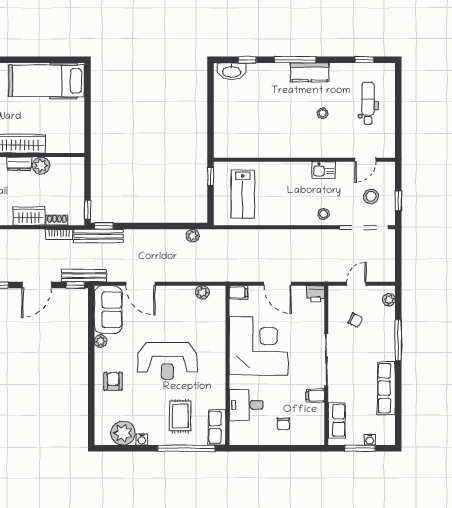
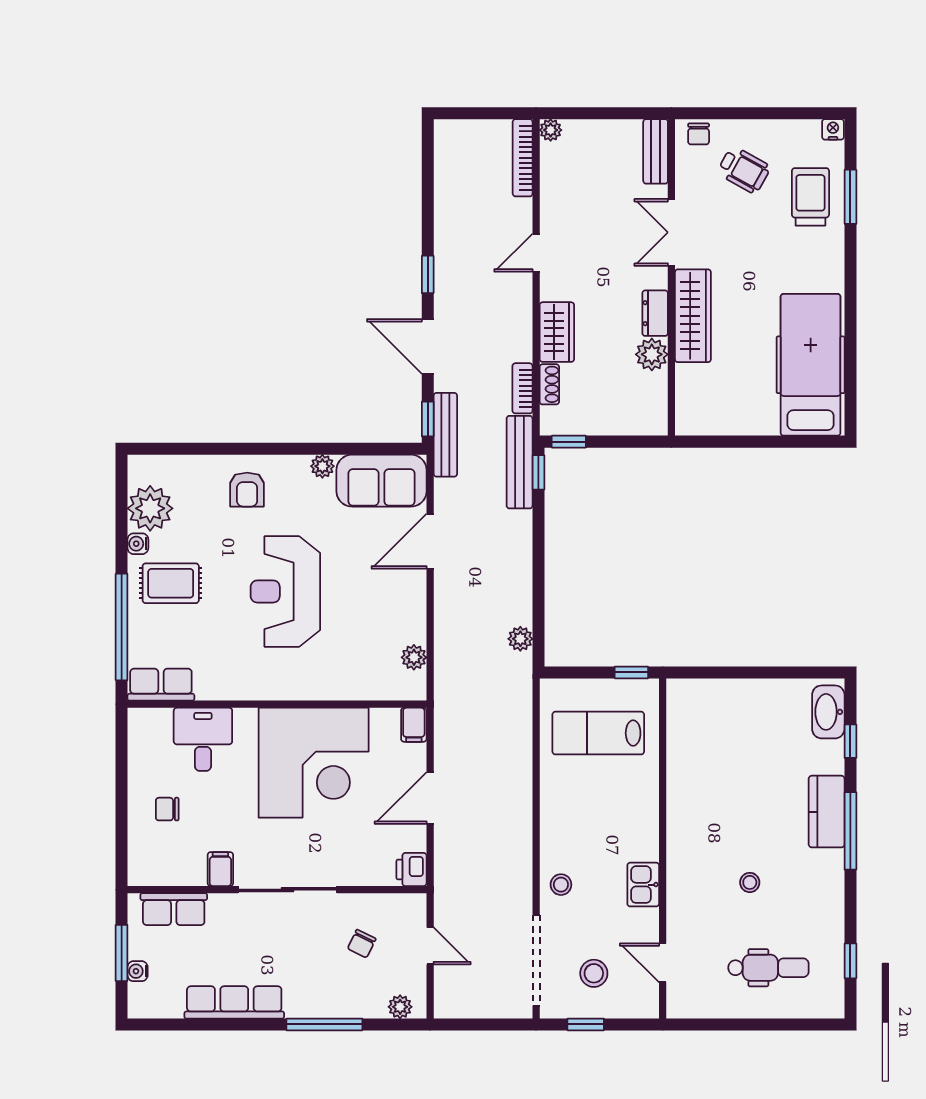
kitchen counter: (310, 72) -> (827, 812), moved
armchair: (113, 381) -> (247, 490), turned 90
rug: (180, 416) -> (171, 583), moved

